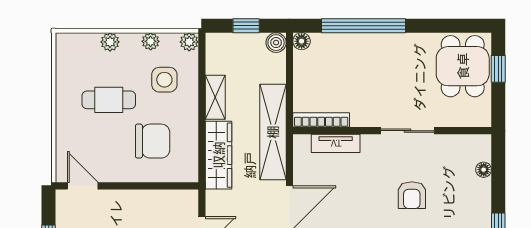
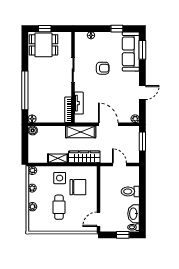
window: (246, 26) -> (25, 144), removed
side table: (164, 80) -> (60, 178), moved
shelving: (273, 132) -> (81, 132), width x0.68
chair: (153, 141) -> (78, 187), turned 90

